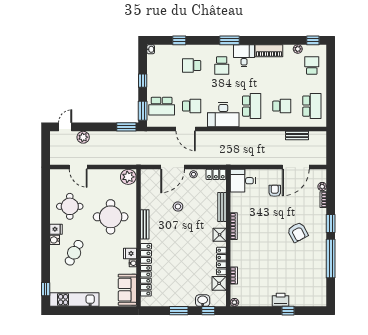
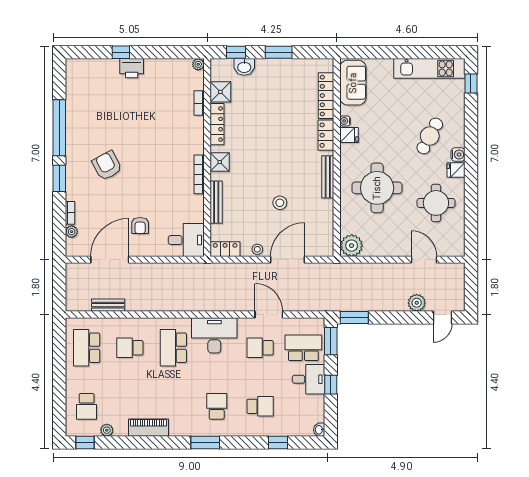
desk: (244, 56) -> (308, 379), moved, turned -90

